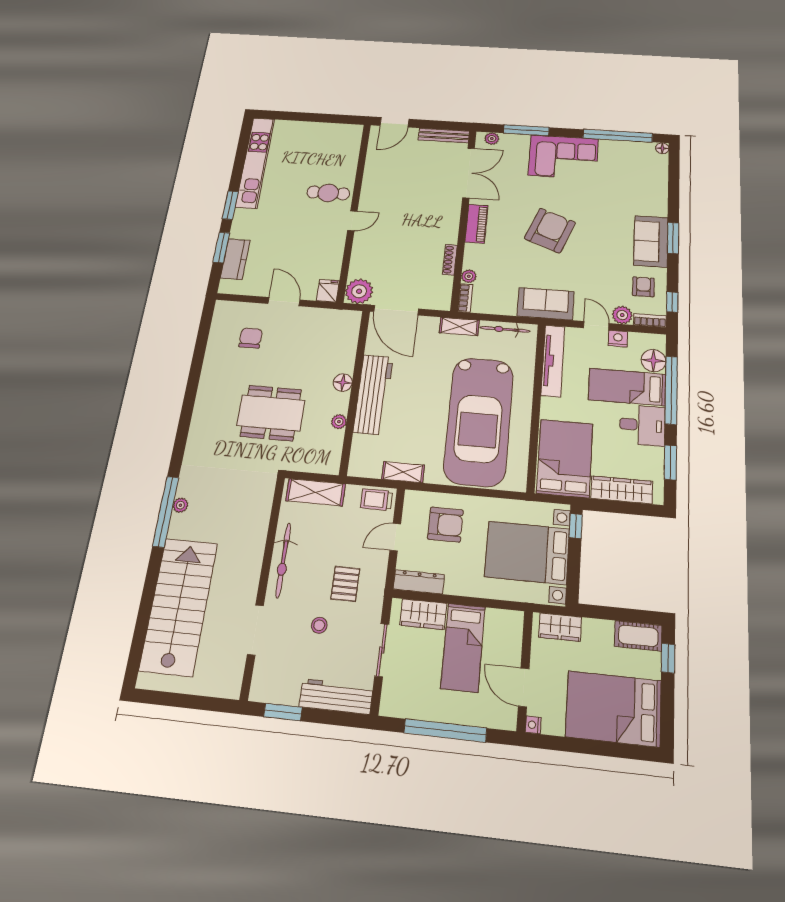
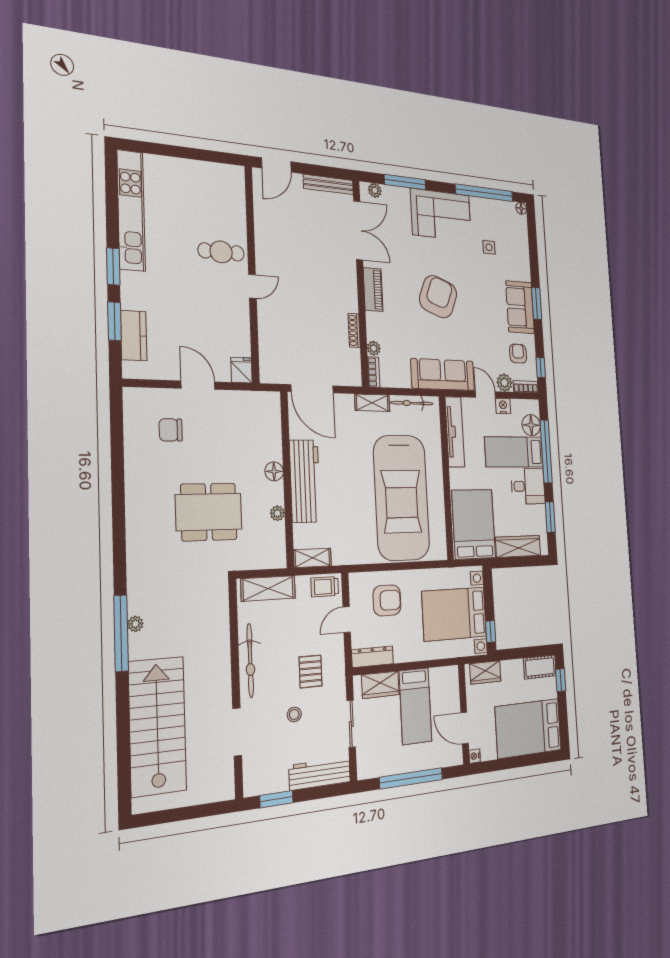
side table: (618, 185) -> (489, 247), added
plant: (359, 291) -> (273, 369), removed
sofa: (546, 304) -> (443, 375), width x1.36
chair: (251, 338) -> (171, 430), turned -90
shelving: (403, 472) -> (312, 558), moved
window: (576, 526) -> (491, 632), moved

